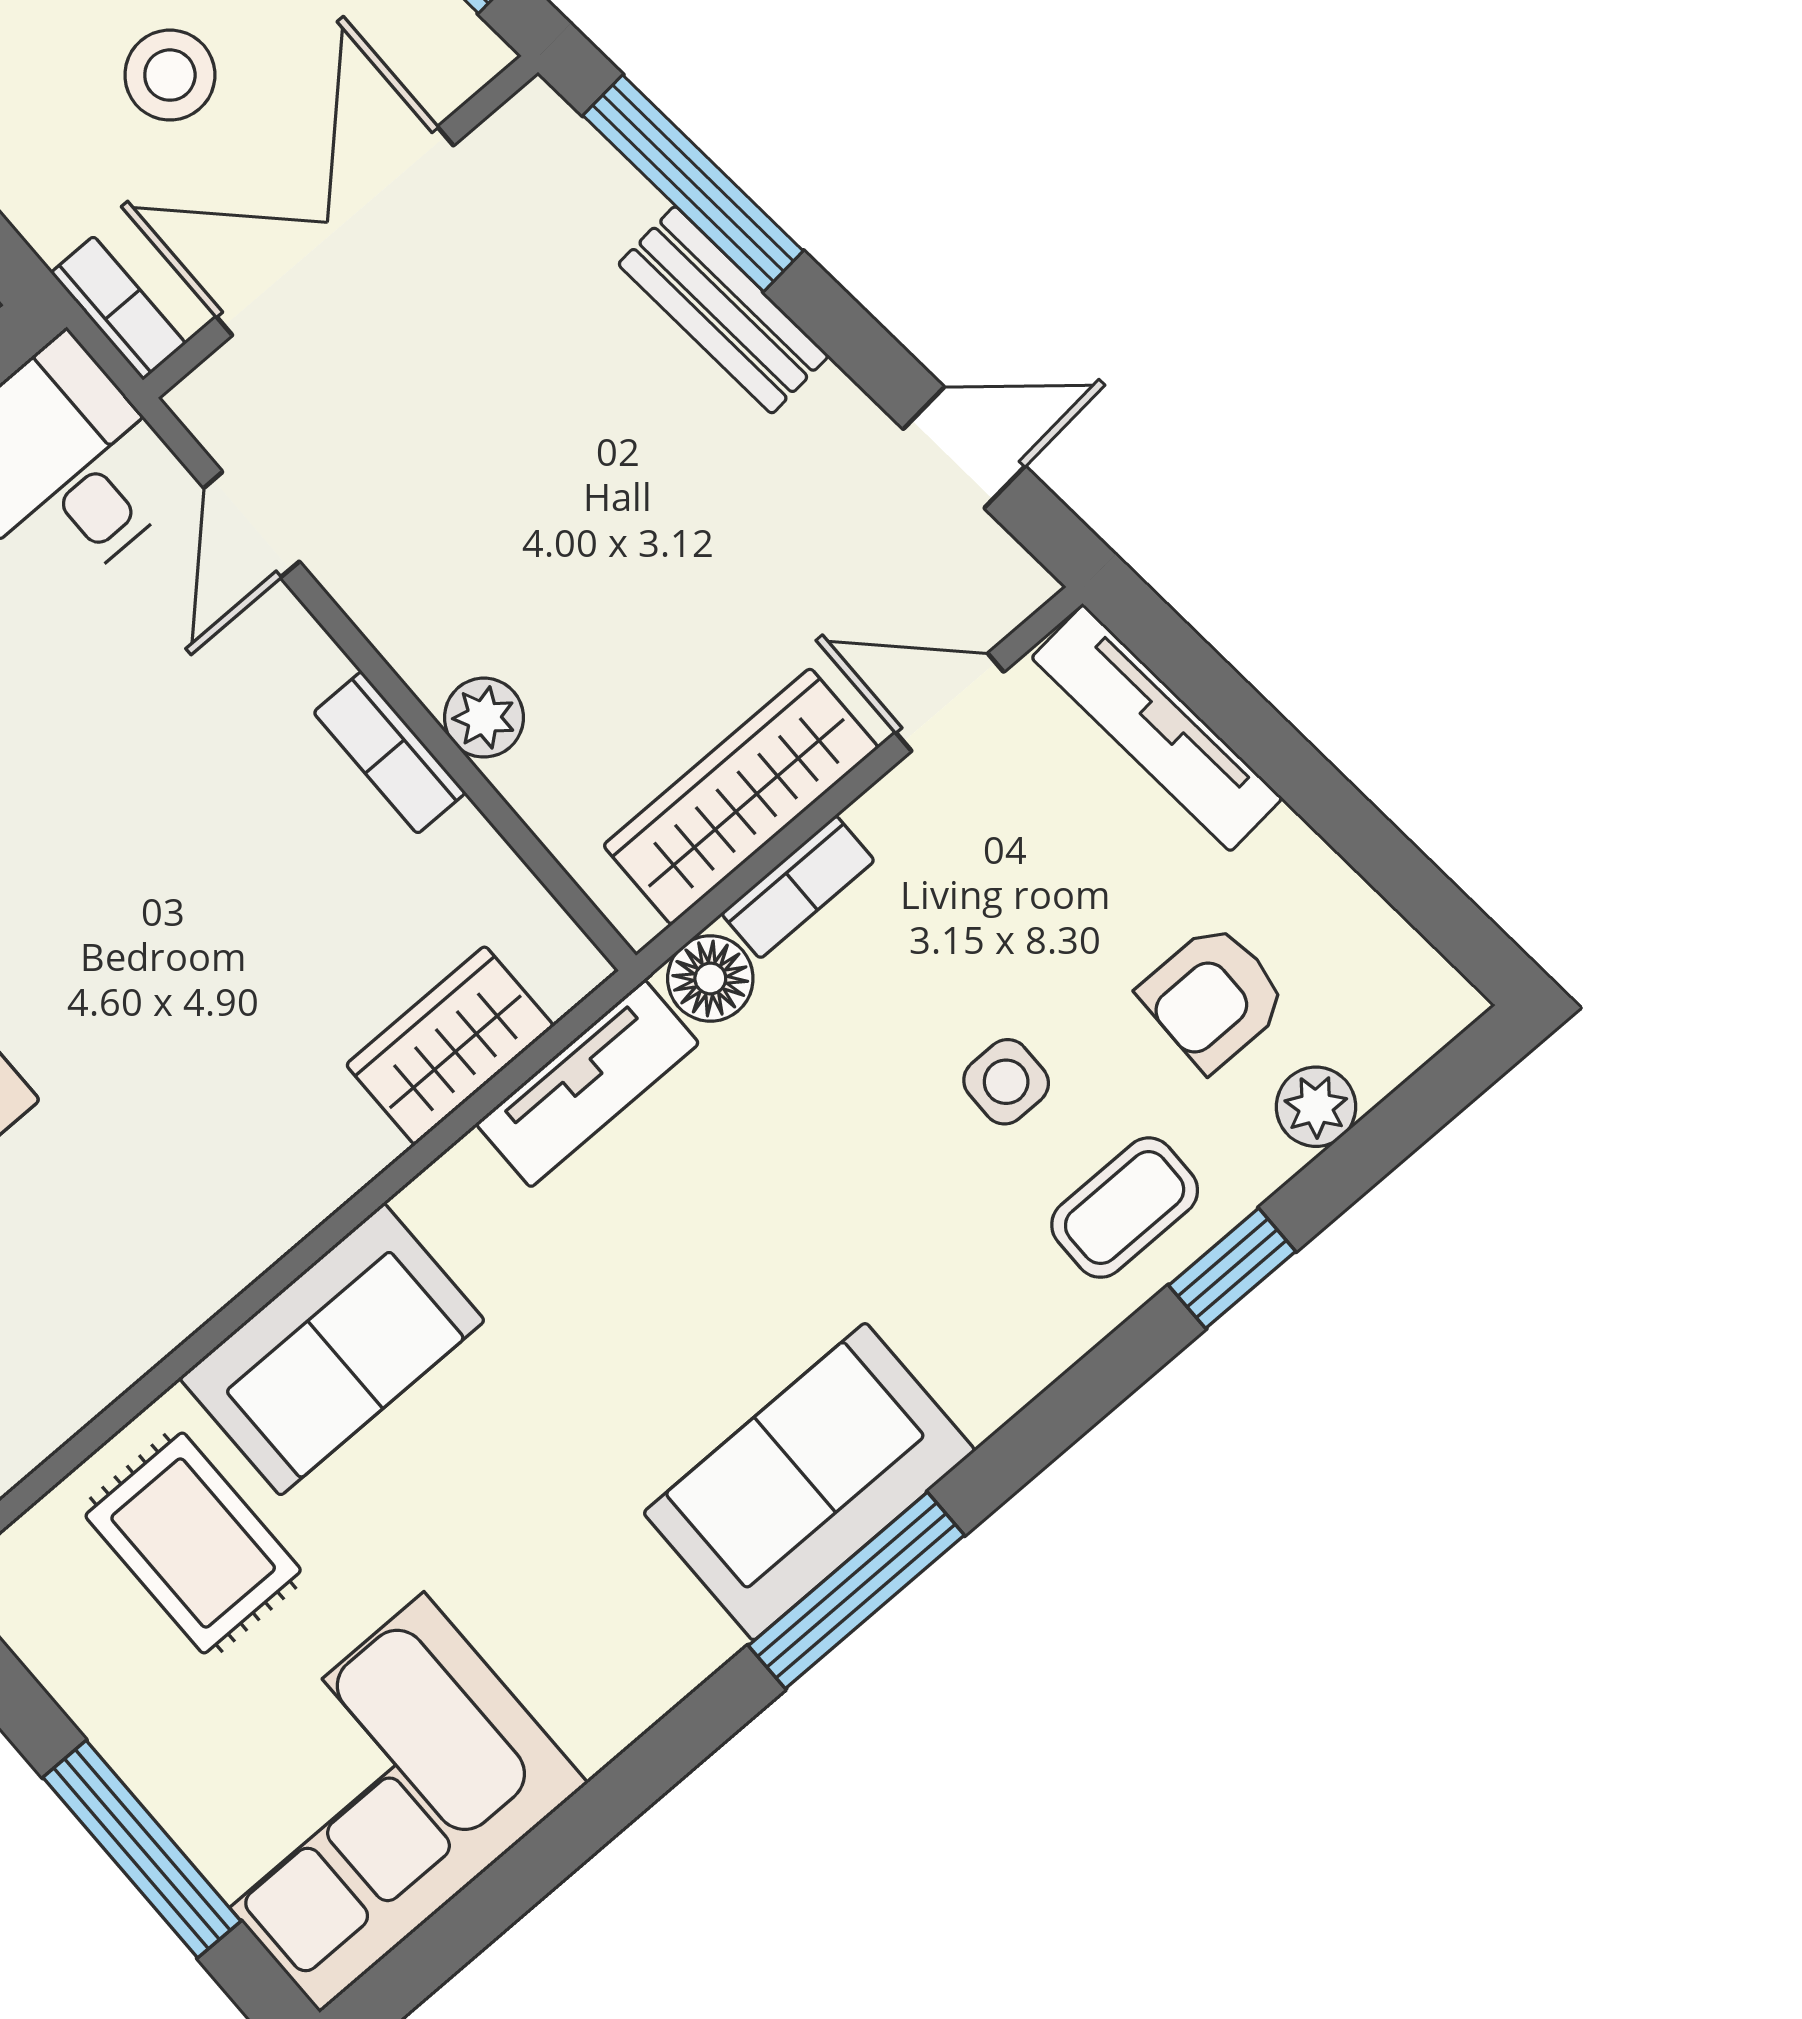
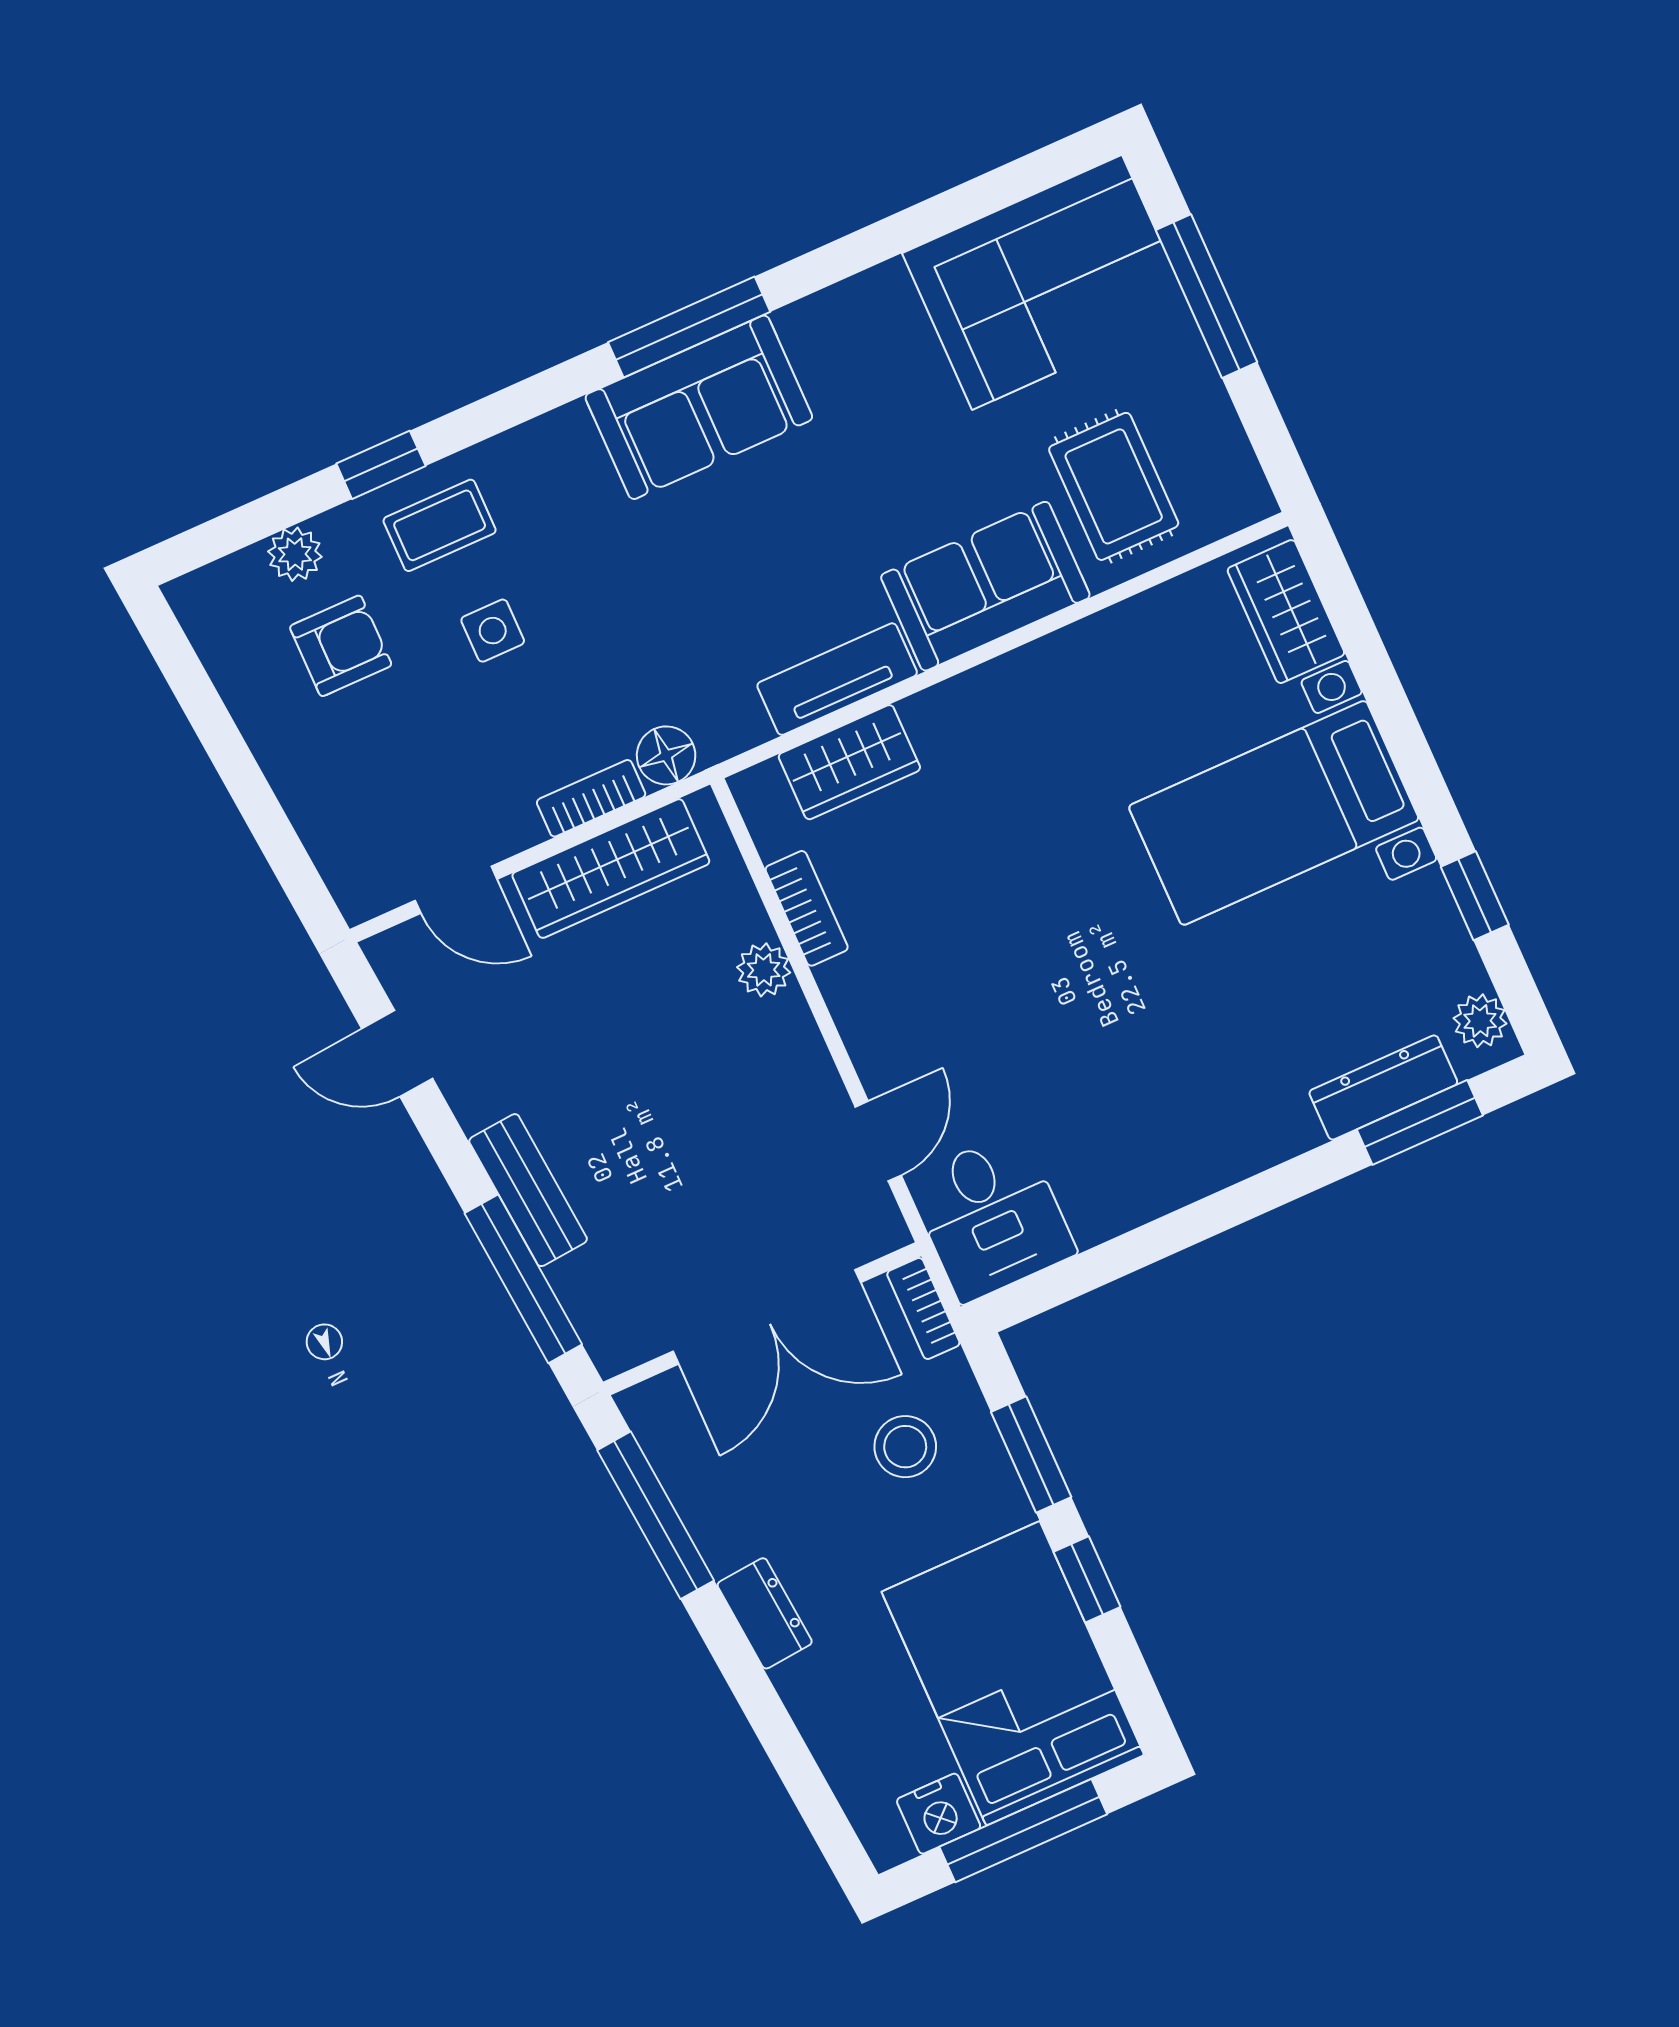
stool: (170, 75) -> (905, 1447), moved
tv unit: (1157, 728) -> (326, 833), removed
bookcase: (390, 753) -> (807, 908), moved
tv unit: (587, 1083) -> (837, 679), moved

